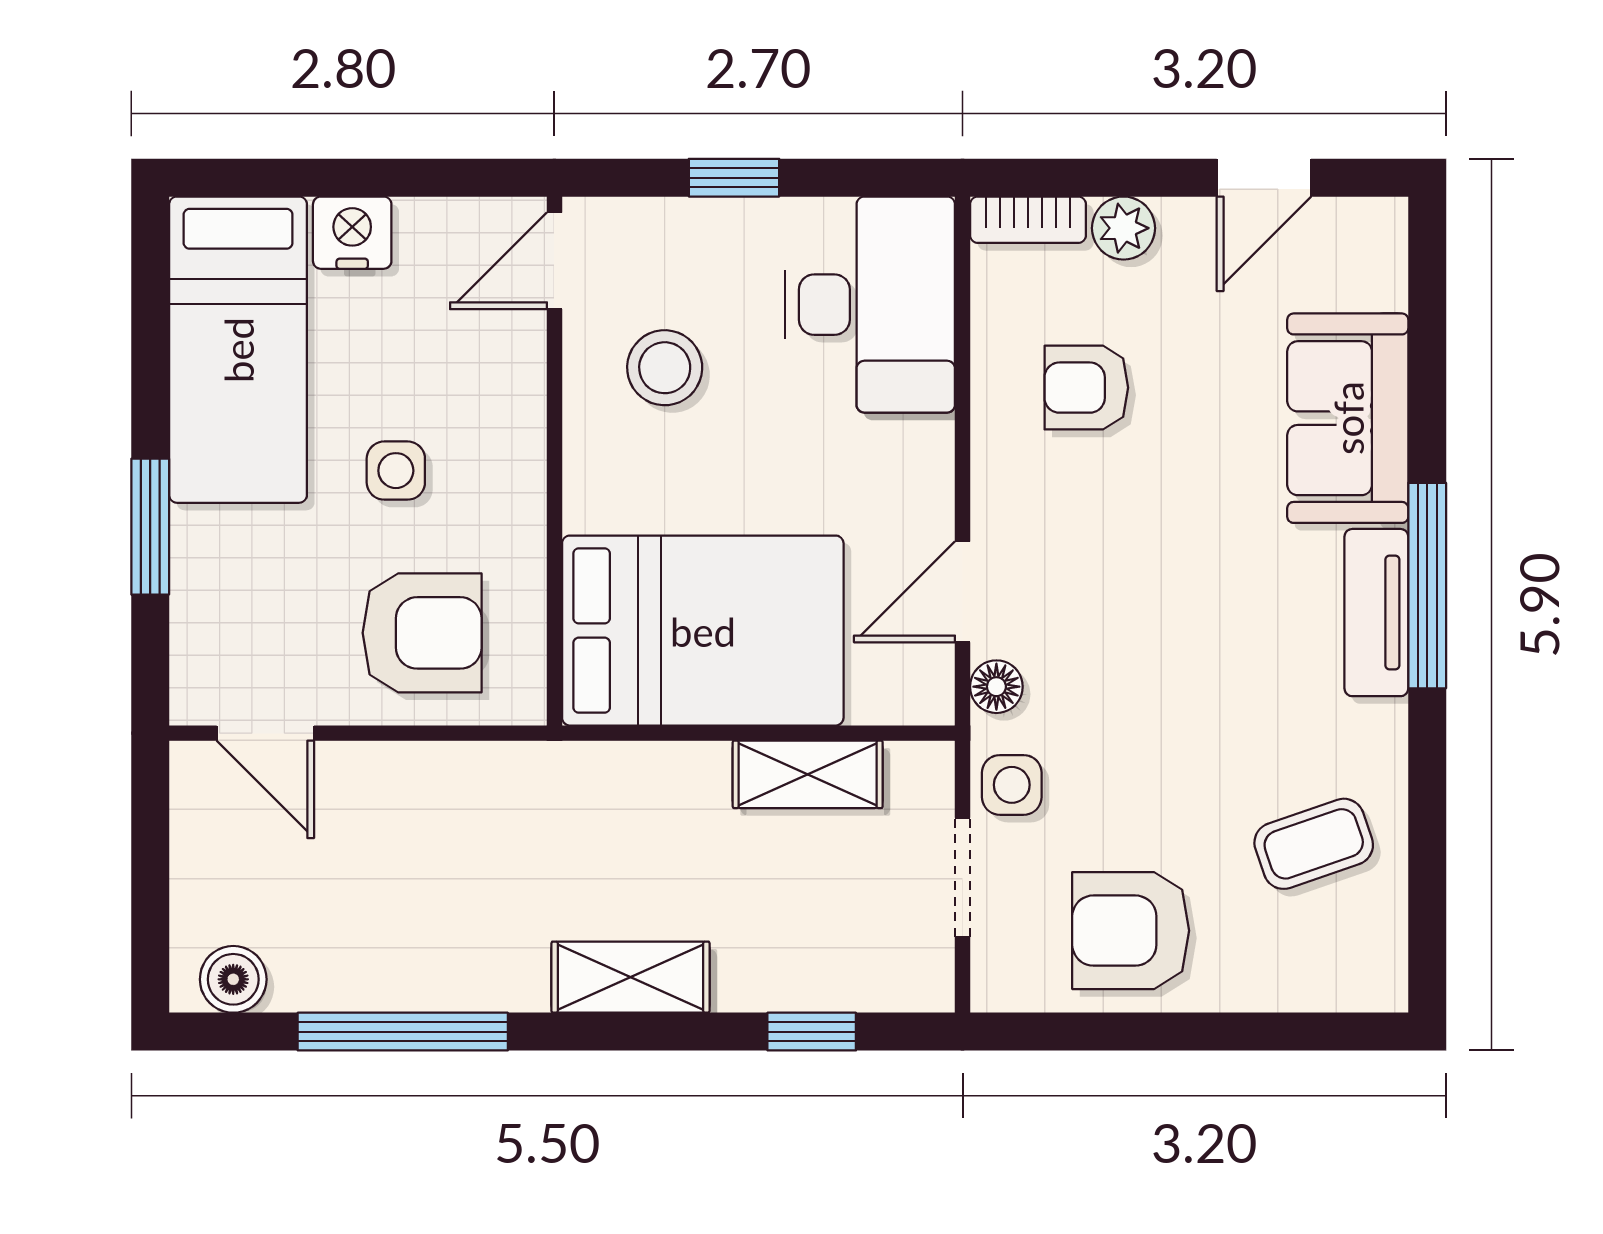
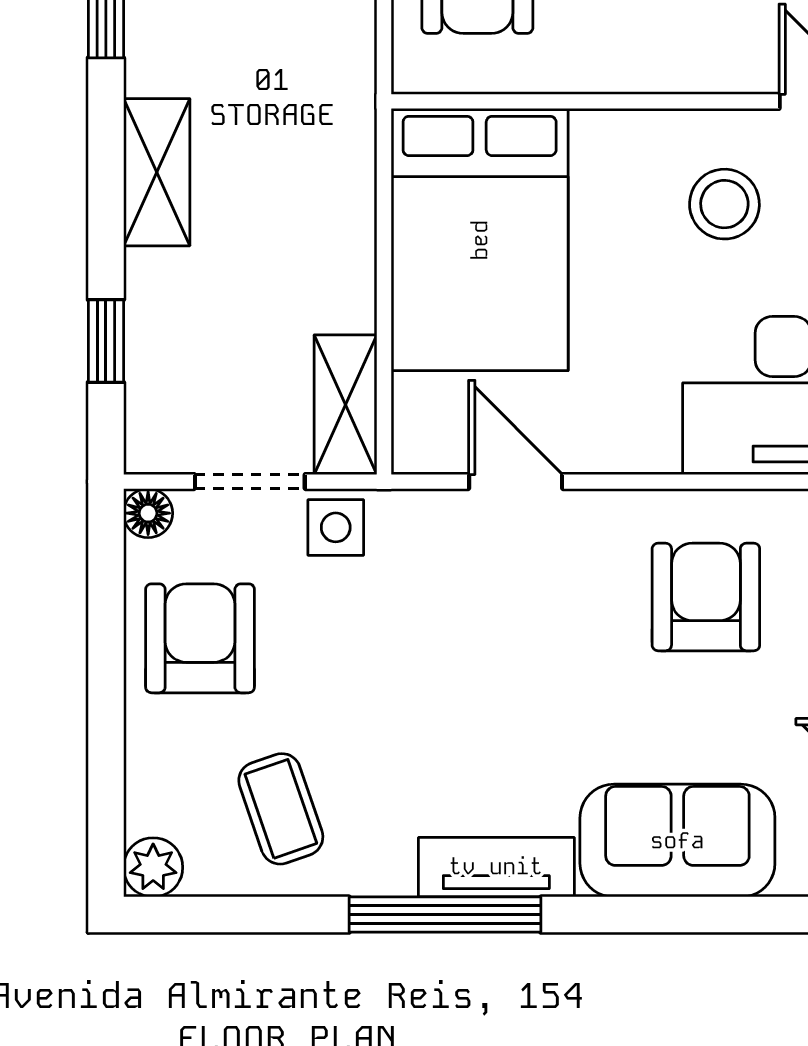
armchair: (1086, 388) -> (706, 597), width x1.38, depth x1.38
window: (1427, 586) -> (445, 915), moved
floor lamp: (996, 687) -> (148, 513), moved
shelving: (808, 774) -> (346, 405), moved
plant: (1377, 981) -> (153, 867), added

